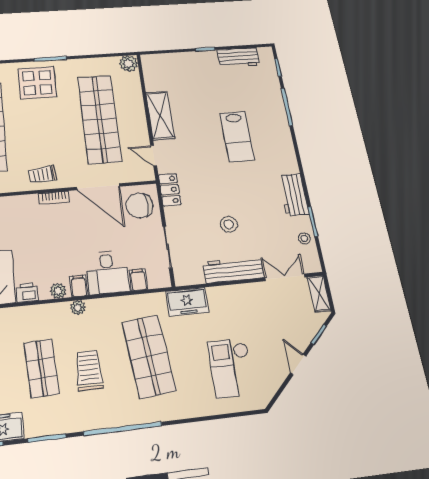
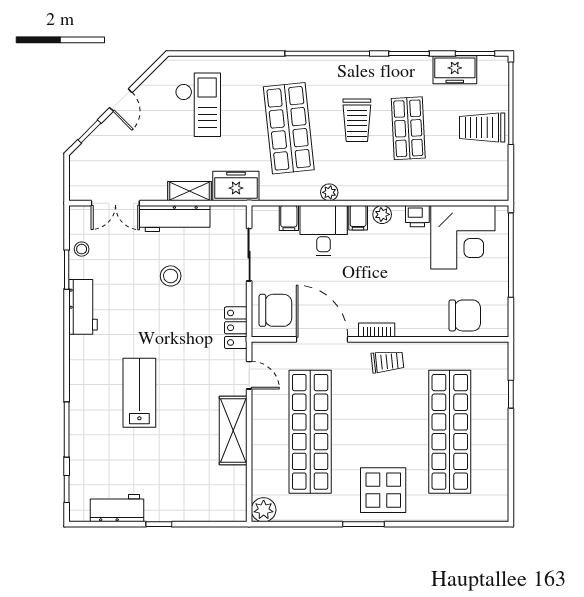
shelving: (319, 294) -> (190, 191), moved, turned 90
plant: (78, 308) -> (329, 192), moved

